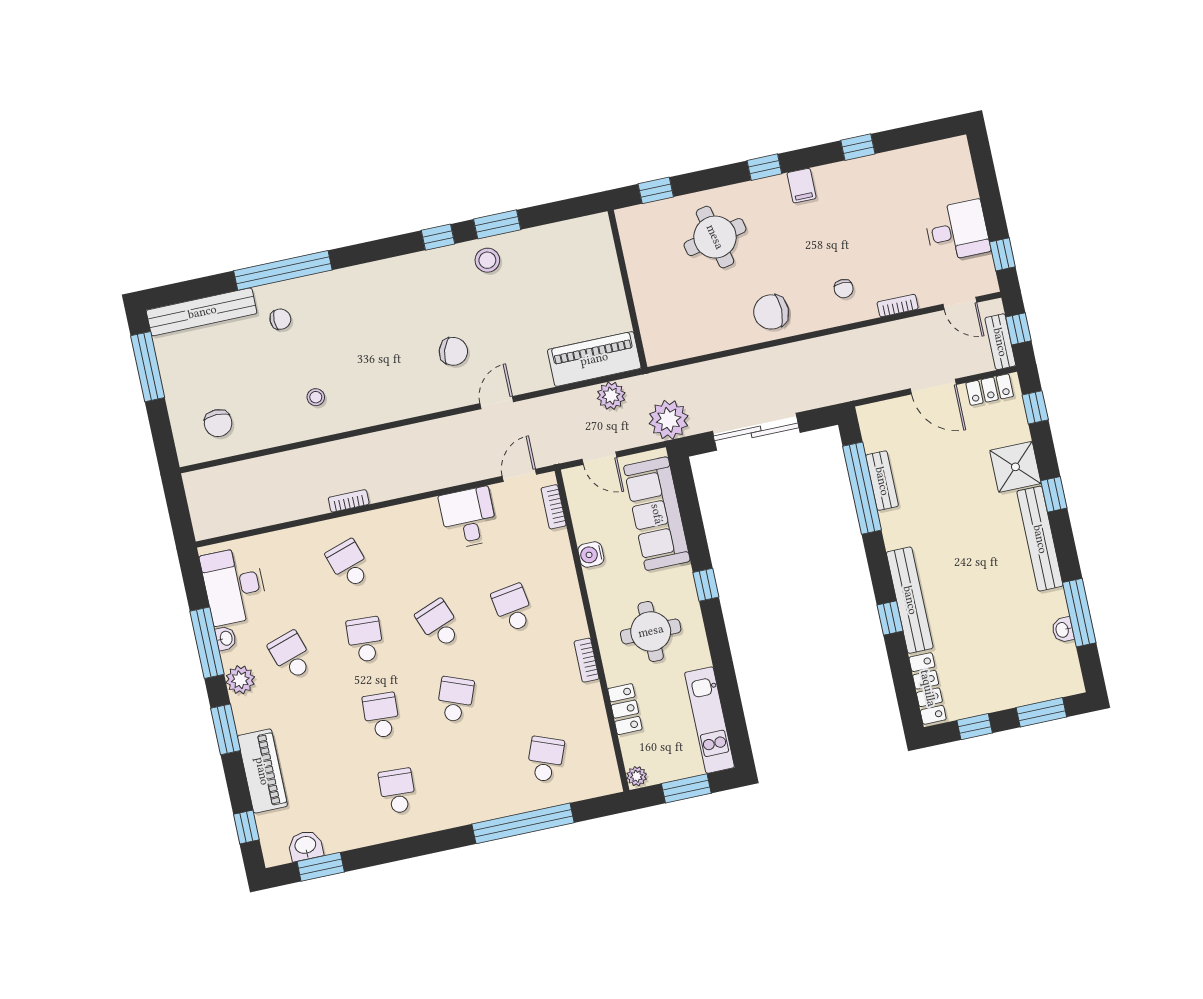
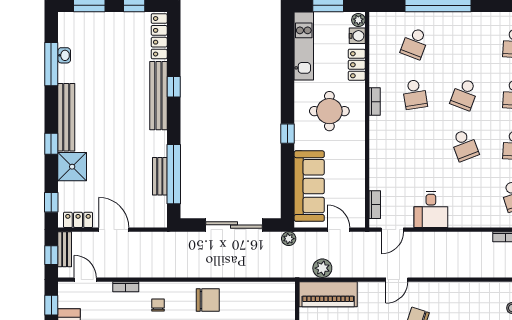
plant: (669, 420) -> (289, 239), width x0.53, depth x0.53
water cooler: (591, 554) -> (357, 36), moved
school desk: (513, 608) -> (415, 94), moved

